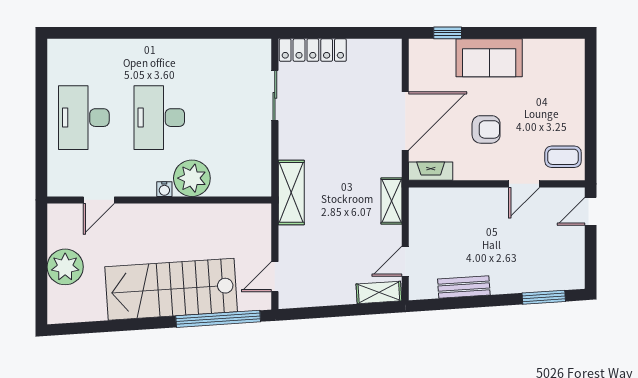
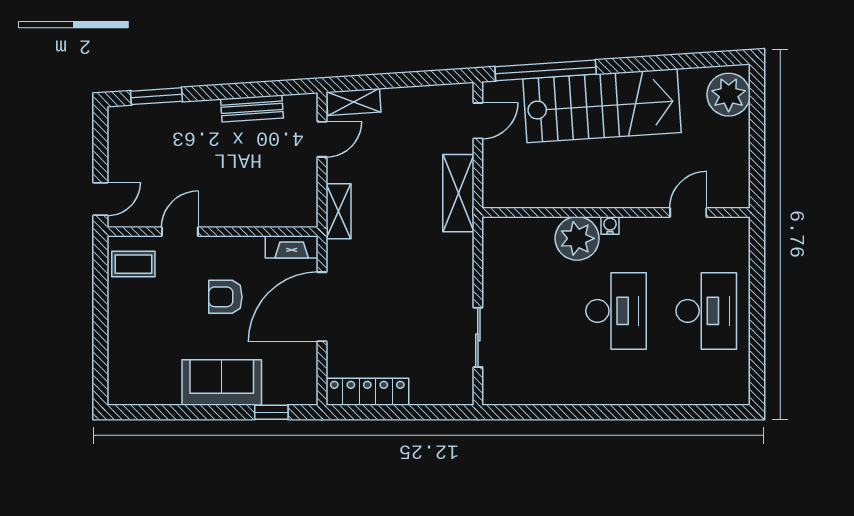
locker: (313, 50) -> (367, 392), moved
shelving: (291, 192) -> (458, 193), moved
plant: (65, 267) -> (729, 95), moved

